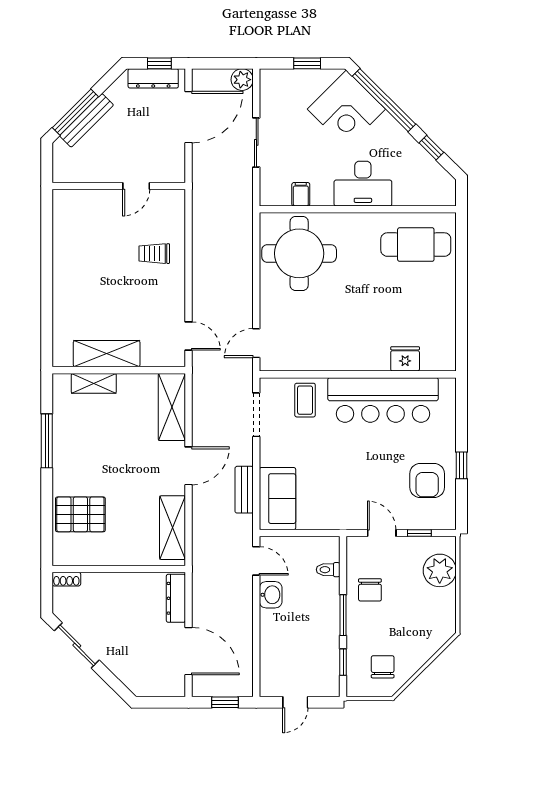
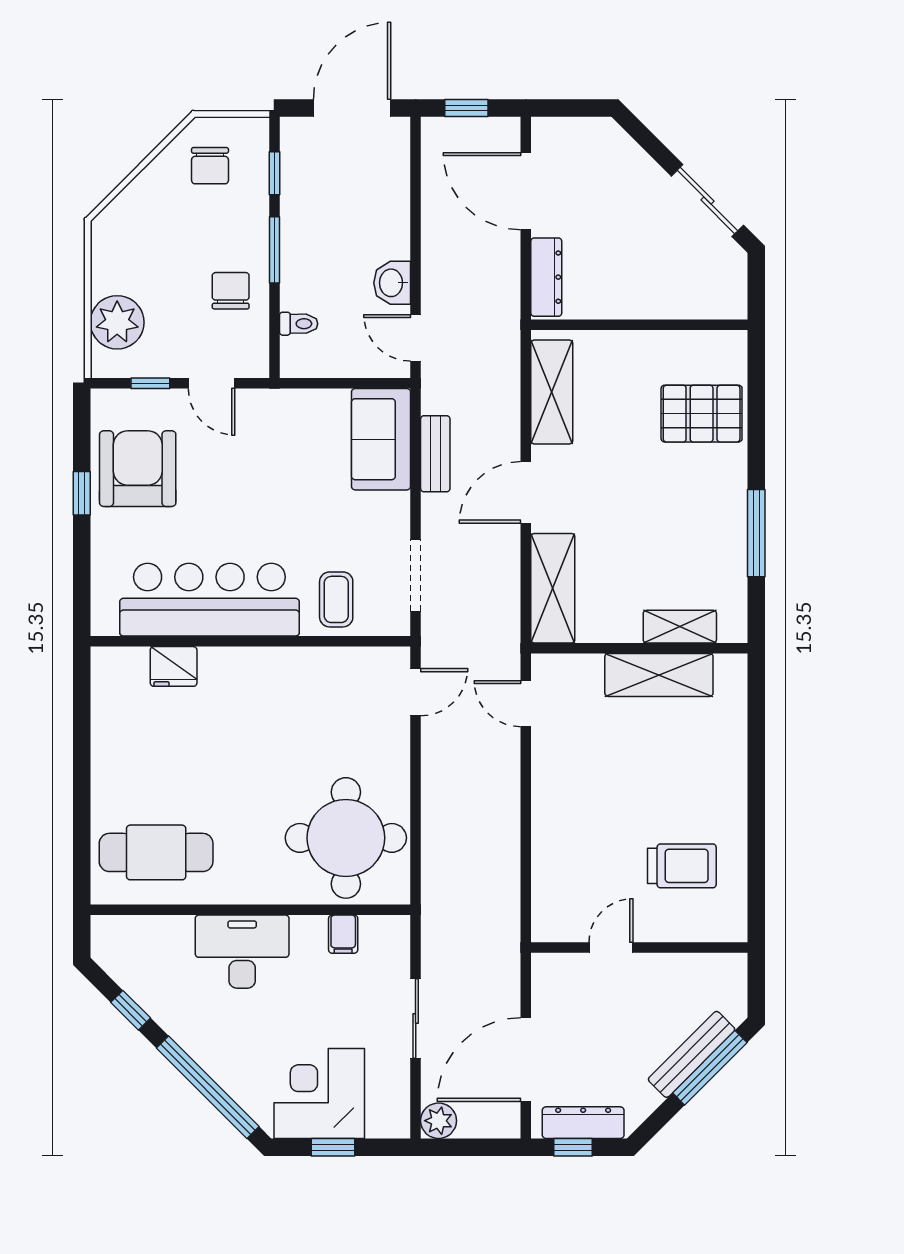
corner desk: (346, 109) -> (319, 1093), moved, turned -45
trolley: (154, 254) -> (682, 866), moved, width x1.36, depth x1.39
armchair: (427, 481) -> (138, 469), width x1.36, depth x1.36
shoe rack: (66, 579) -> (724, 308), removed
door: (295, 702) -> (352, 108), width x1.87

